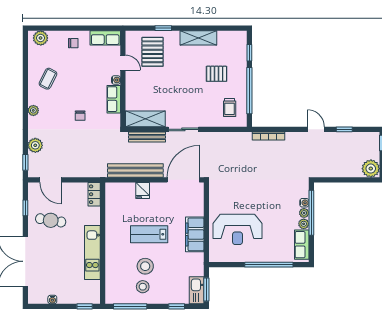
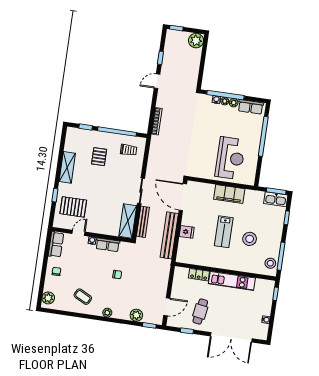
locker: (94, 194) -> (199, 275), moved
stool: (143, 287) -> (270, 263), moved

